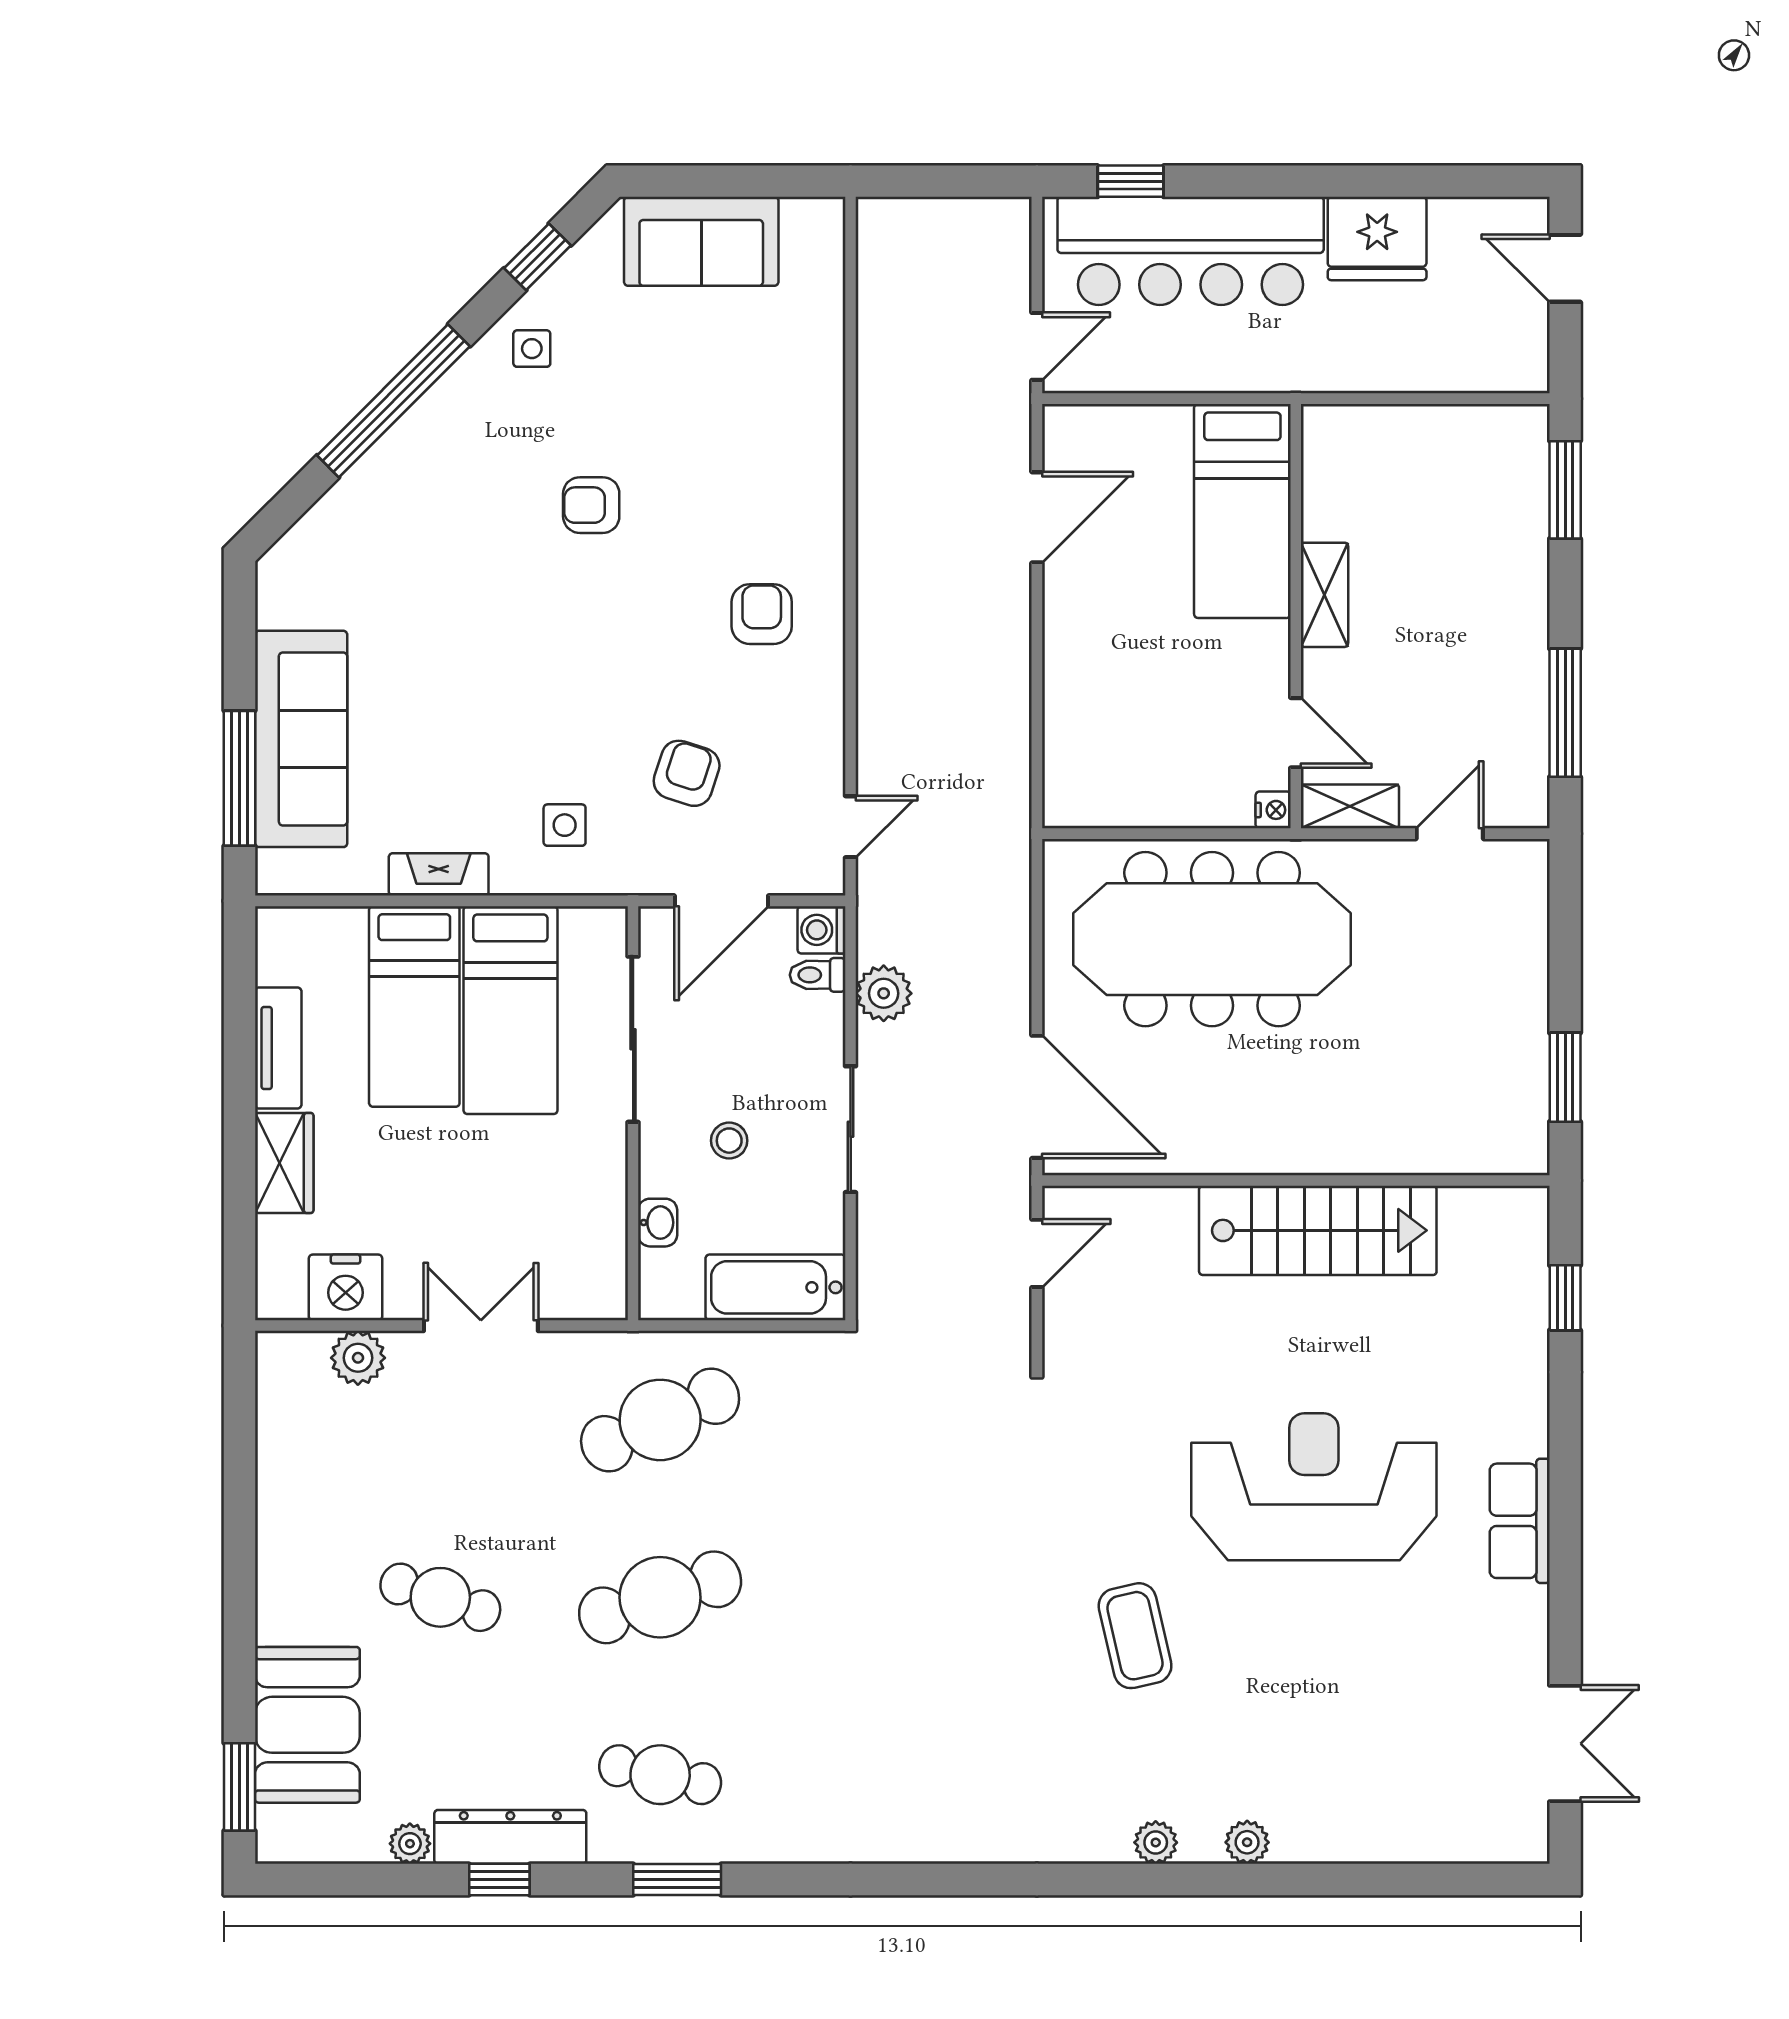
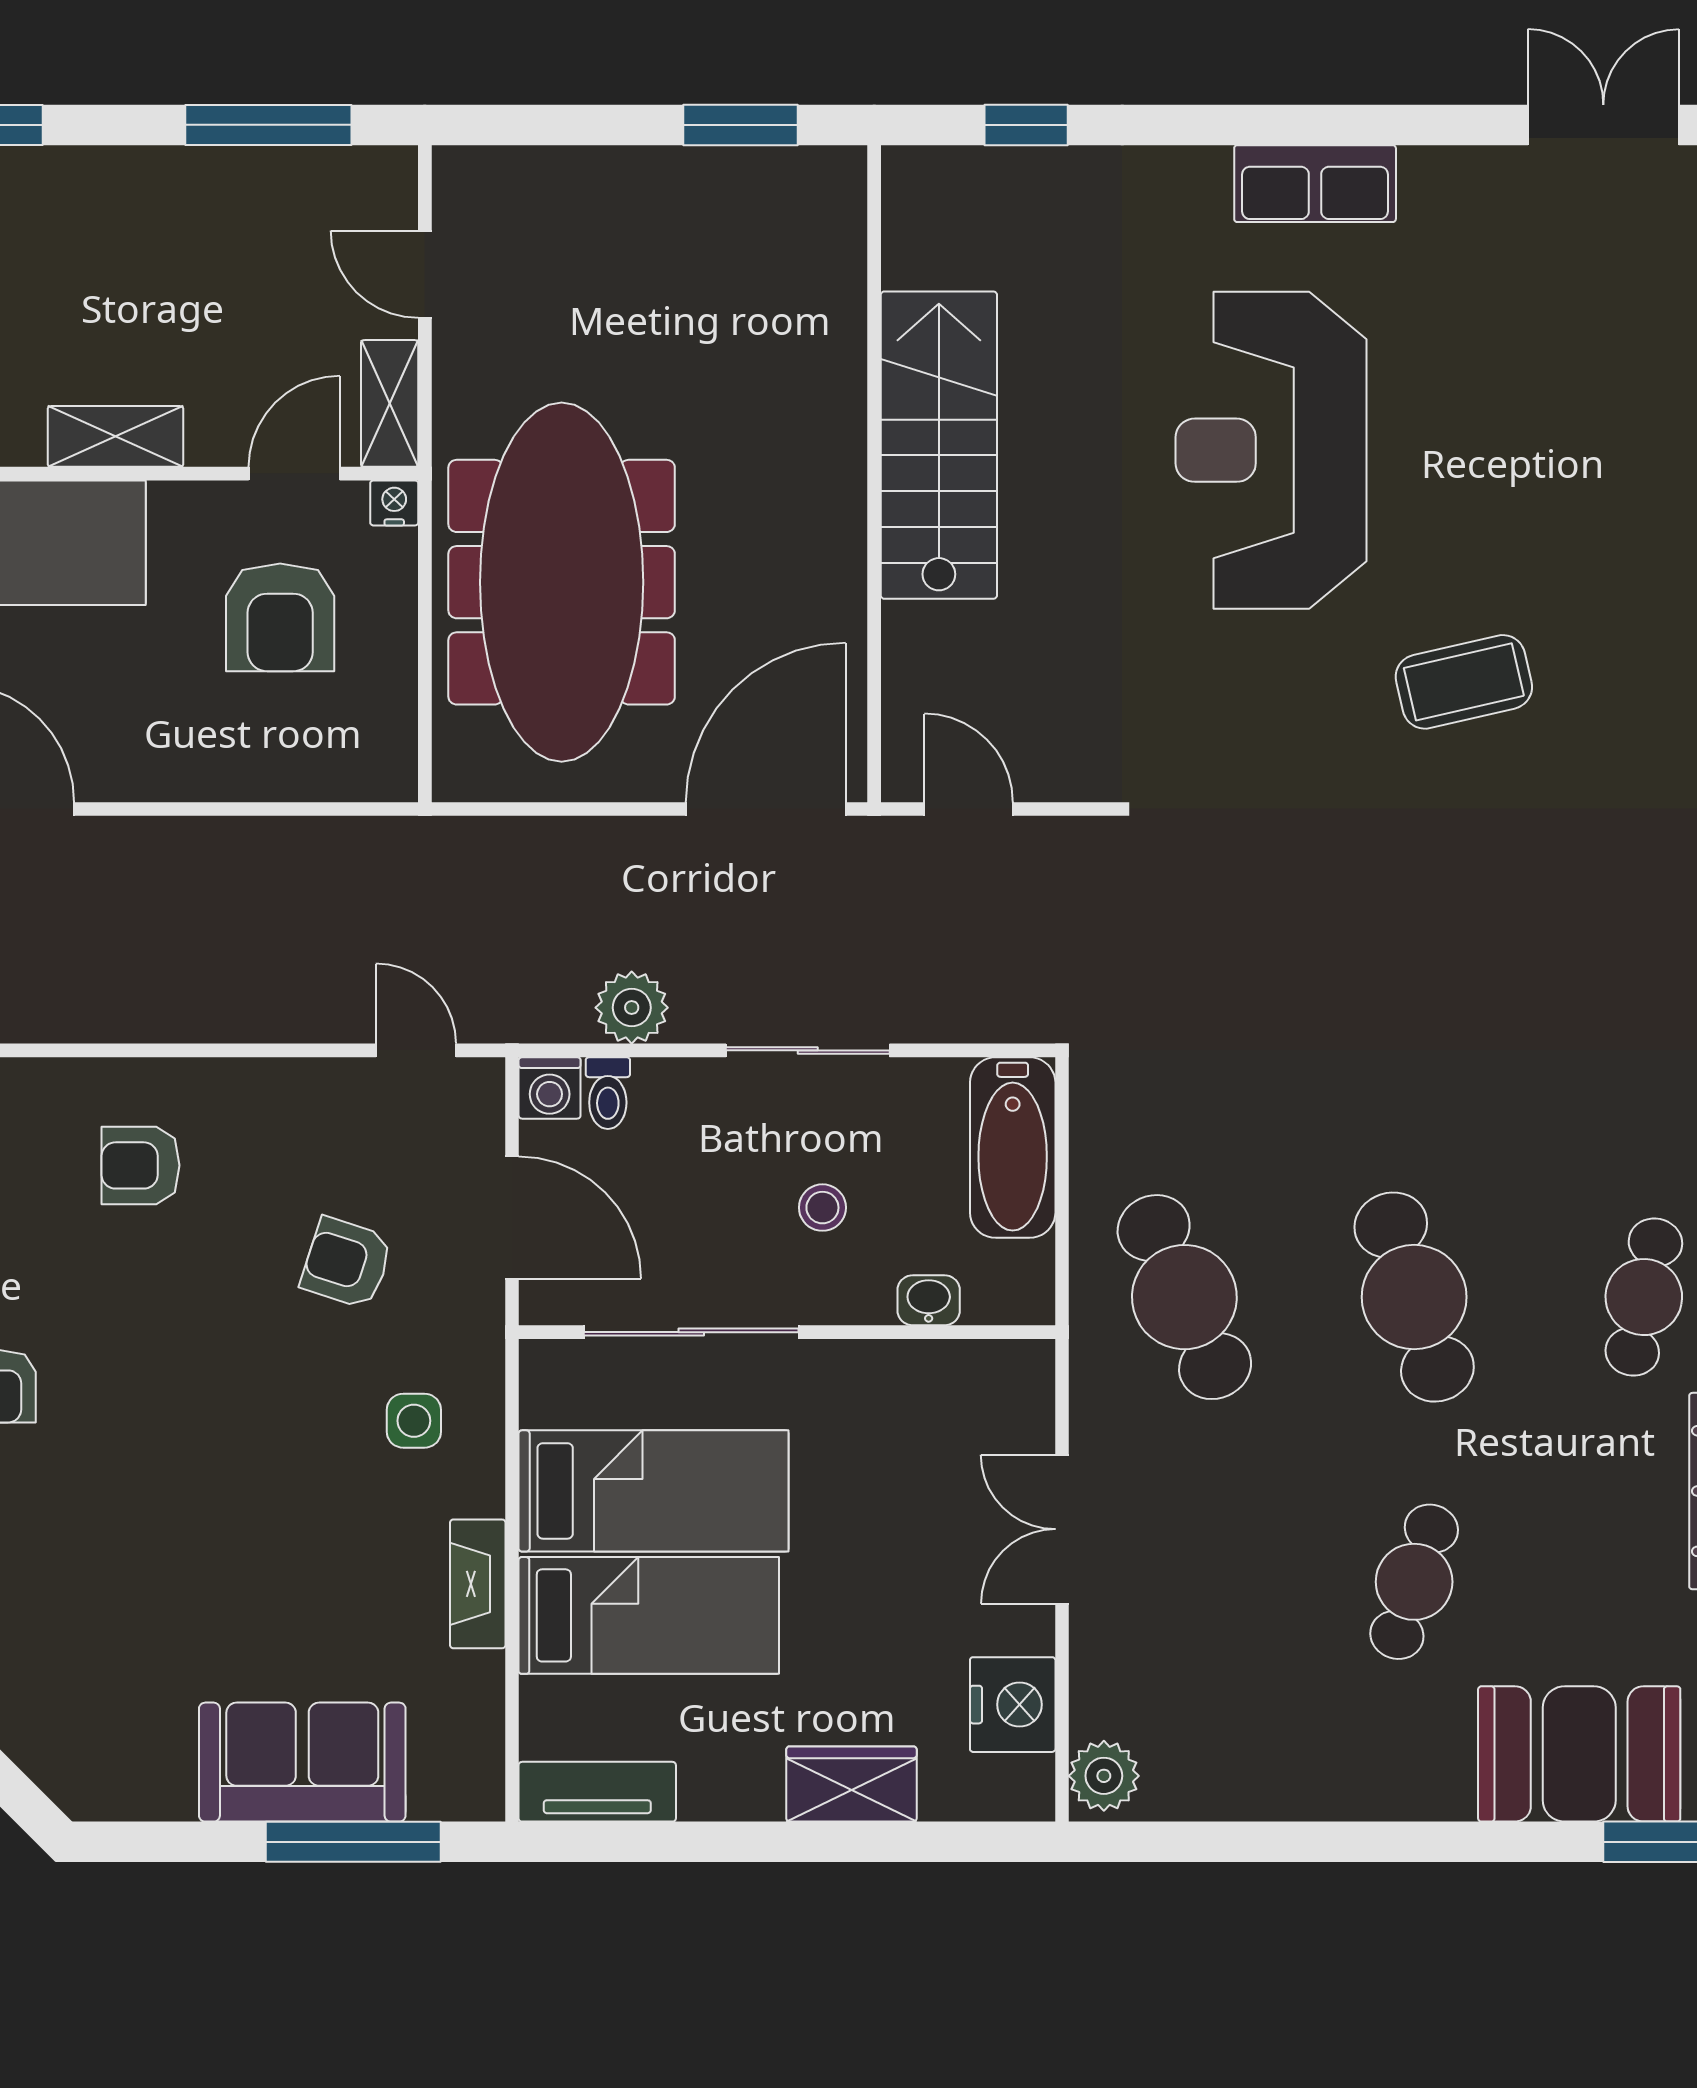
armchair: (1185, 722) -> (280, 617), added
sofa: (301, 739) -> (302, 1762), width x0.73
tv unit: (278, 1048) -> (597, 1792), moved
plant: (358, 1358) -> (1104, 1776), moved

